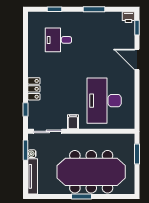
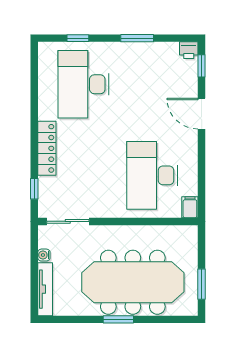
desk: (58, 40) -> (84, 84), width x1.87, depth x1.30
locker: (34, 89) -> (47, 148), width x1.53
filing cabinet: (73, 122) -> (190, 207), moved
window: (26, 150) -> (34, 250), removed
window: (137, 154) -> (202, 284), moved

